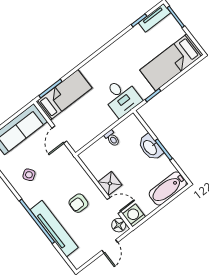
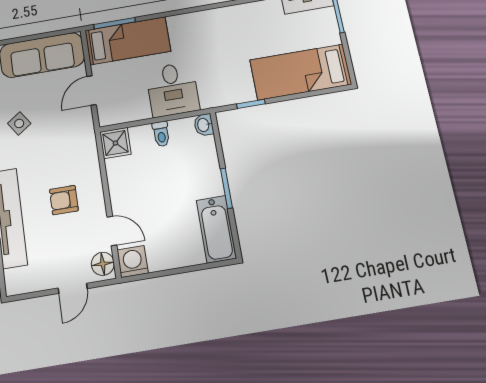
desk: (121, 97) -> (173, 89), moved
washbasin: (150, 147) -> (204, 125), moved, width x0.52, depth x0.69
shower: (110, 183) -> (115, 143), moved
bathtub: (168, 188) -> (216, 229), moved, turned -90

